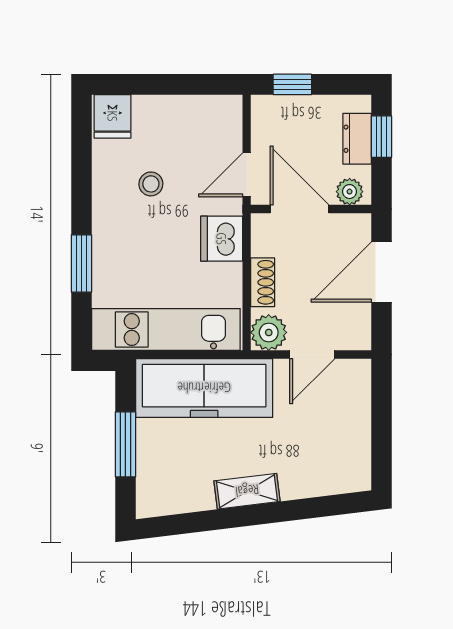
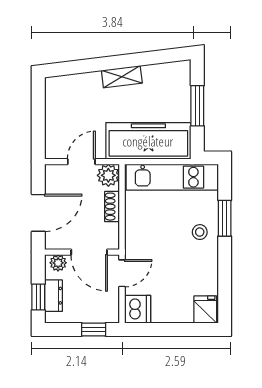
stool: (151, 184) -> (200, 232), moved
dishwasher: (222, 239) -> (138, 309), moved

